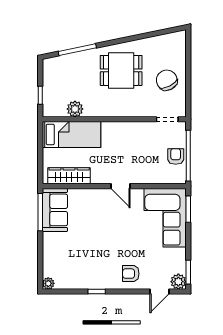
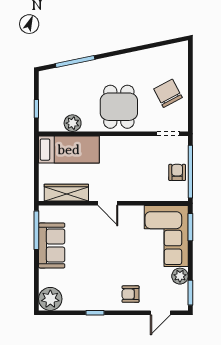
dining table: (121, 70) -> (119, 107), moved, turned 90
door: (120, 186) -> (108, 203), moved
sofa: (55, 210) -> (52, 245), moved
plant: (178, 282) -> (180, 276), moved
plant: (48, 283) -> (50, 299), width x1.87, depth x1.87

